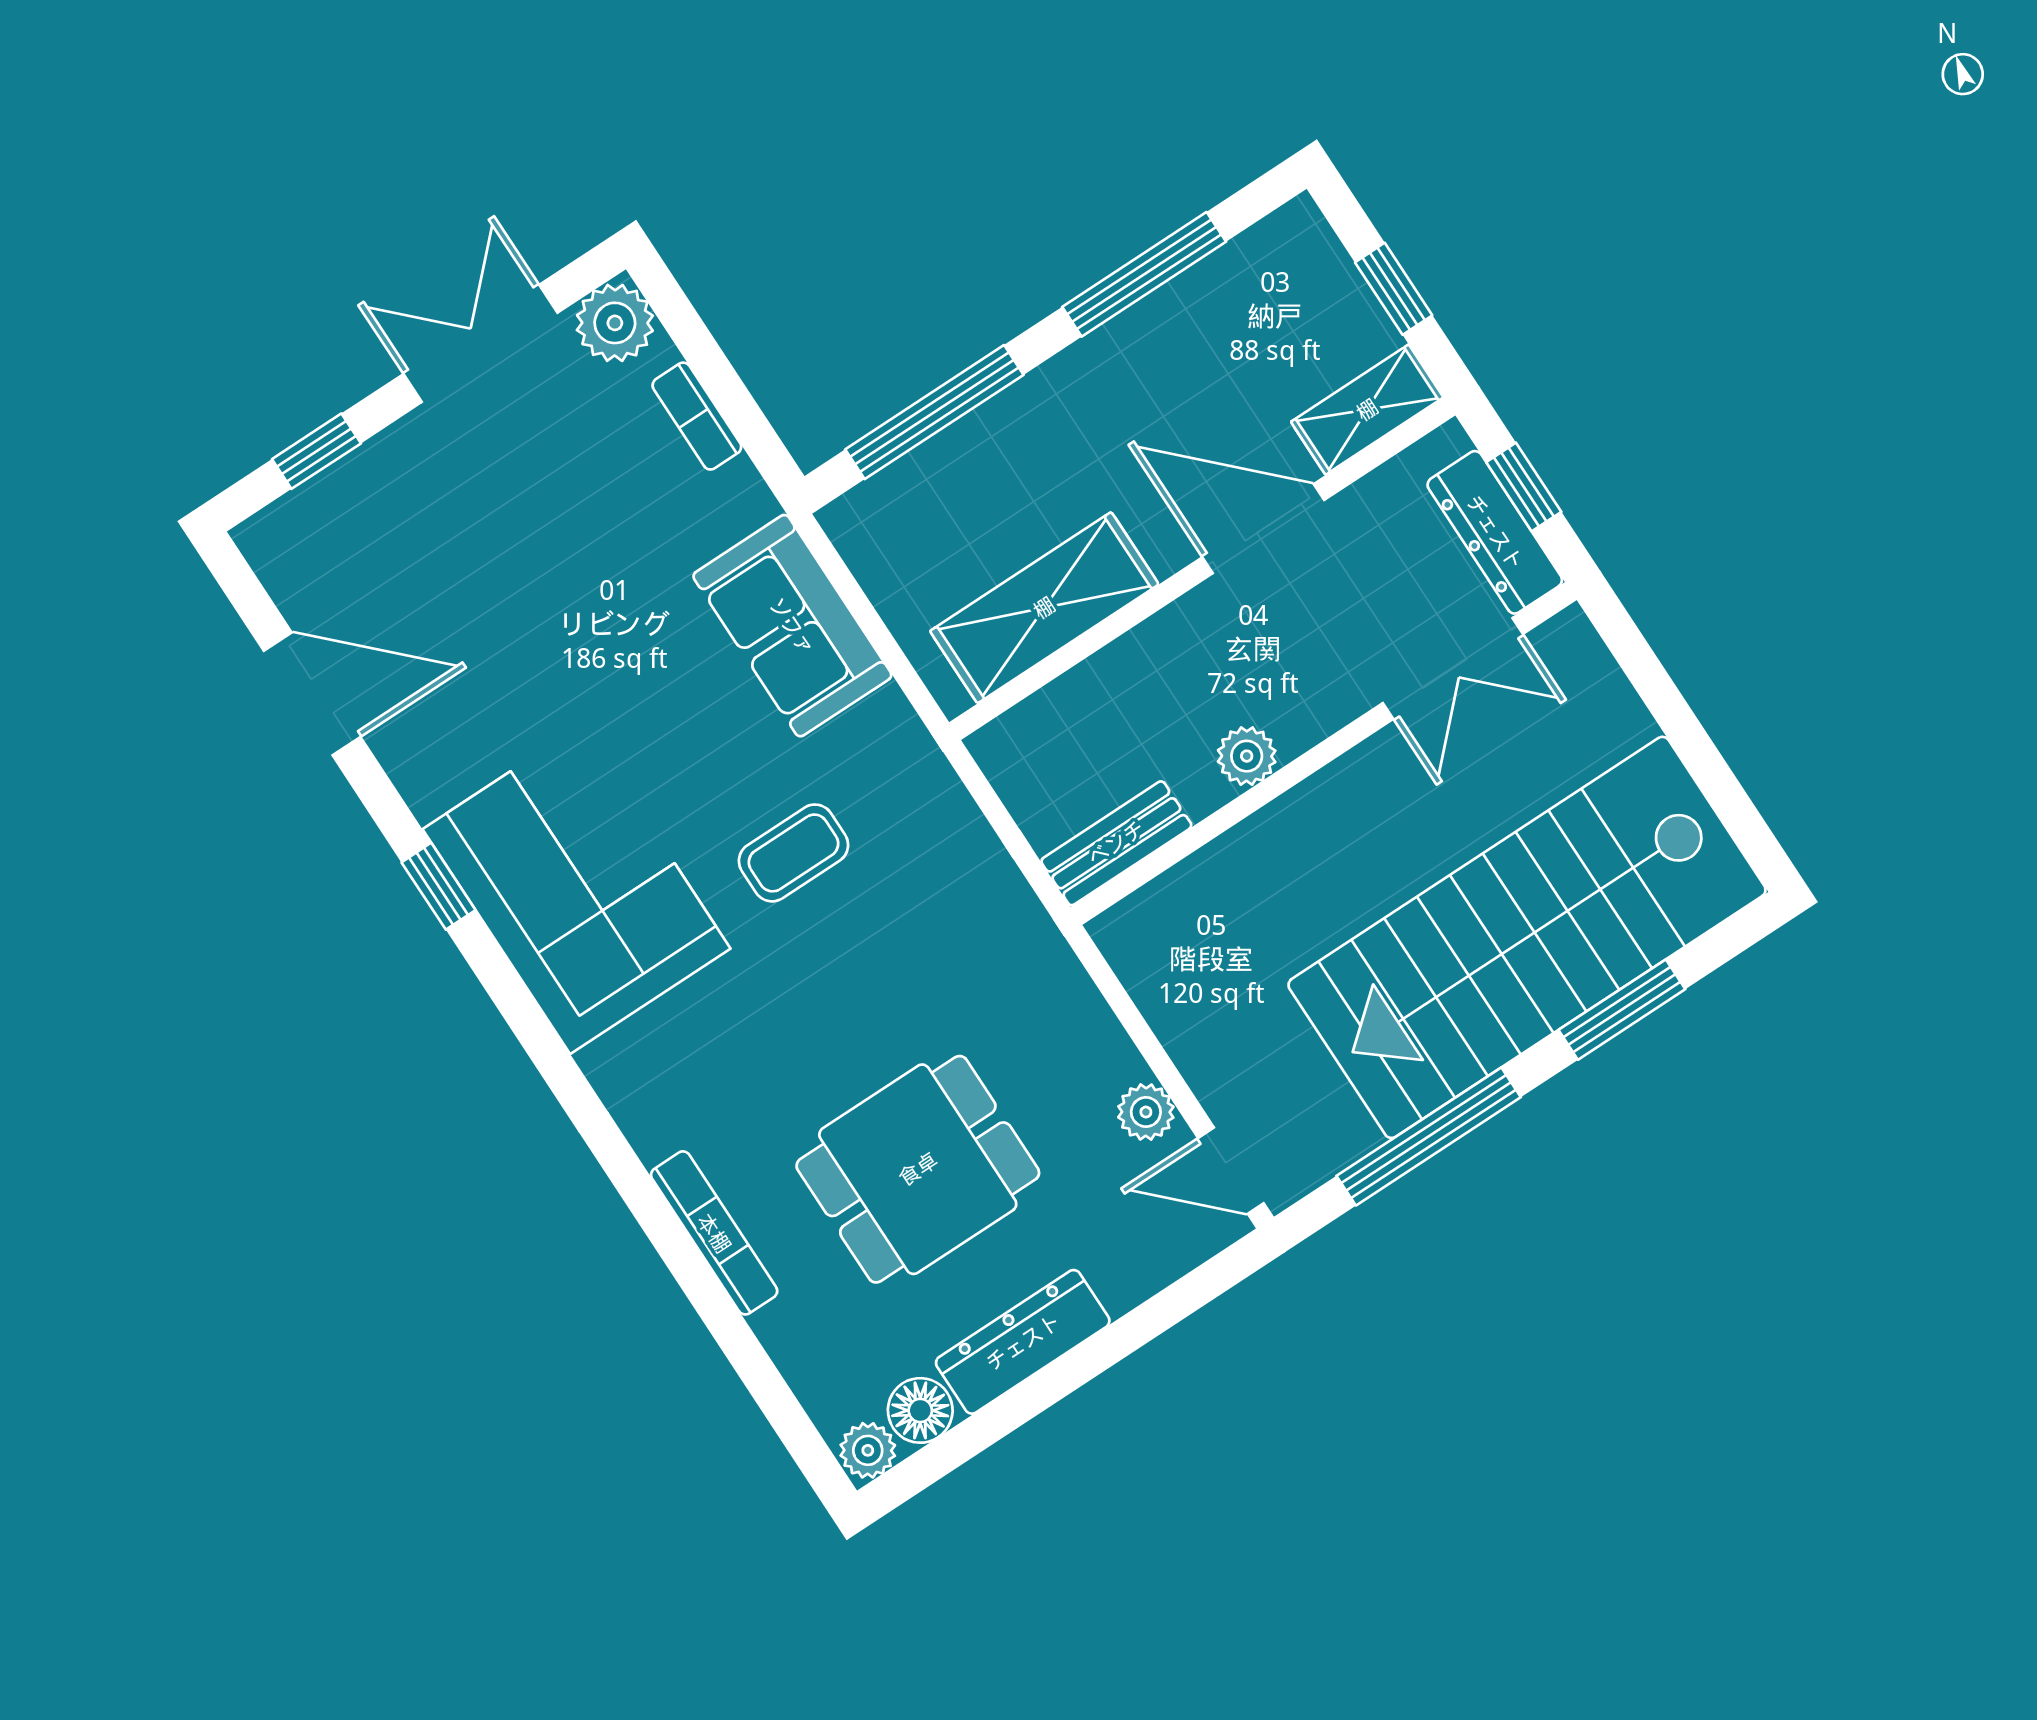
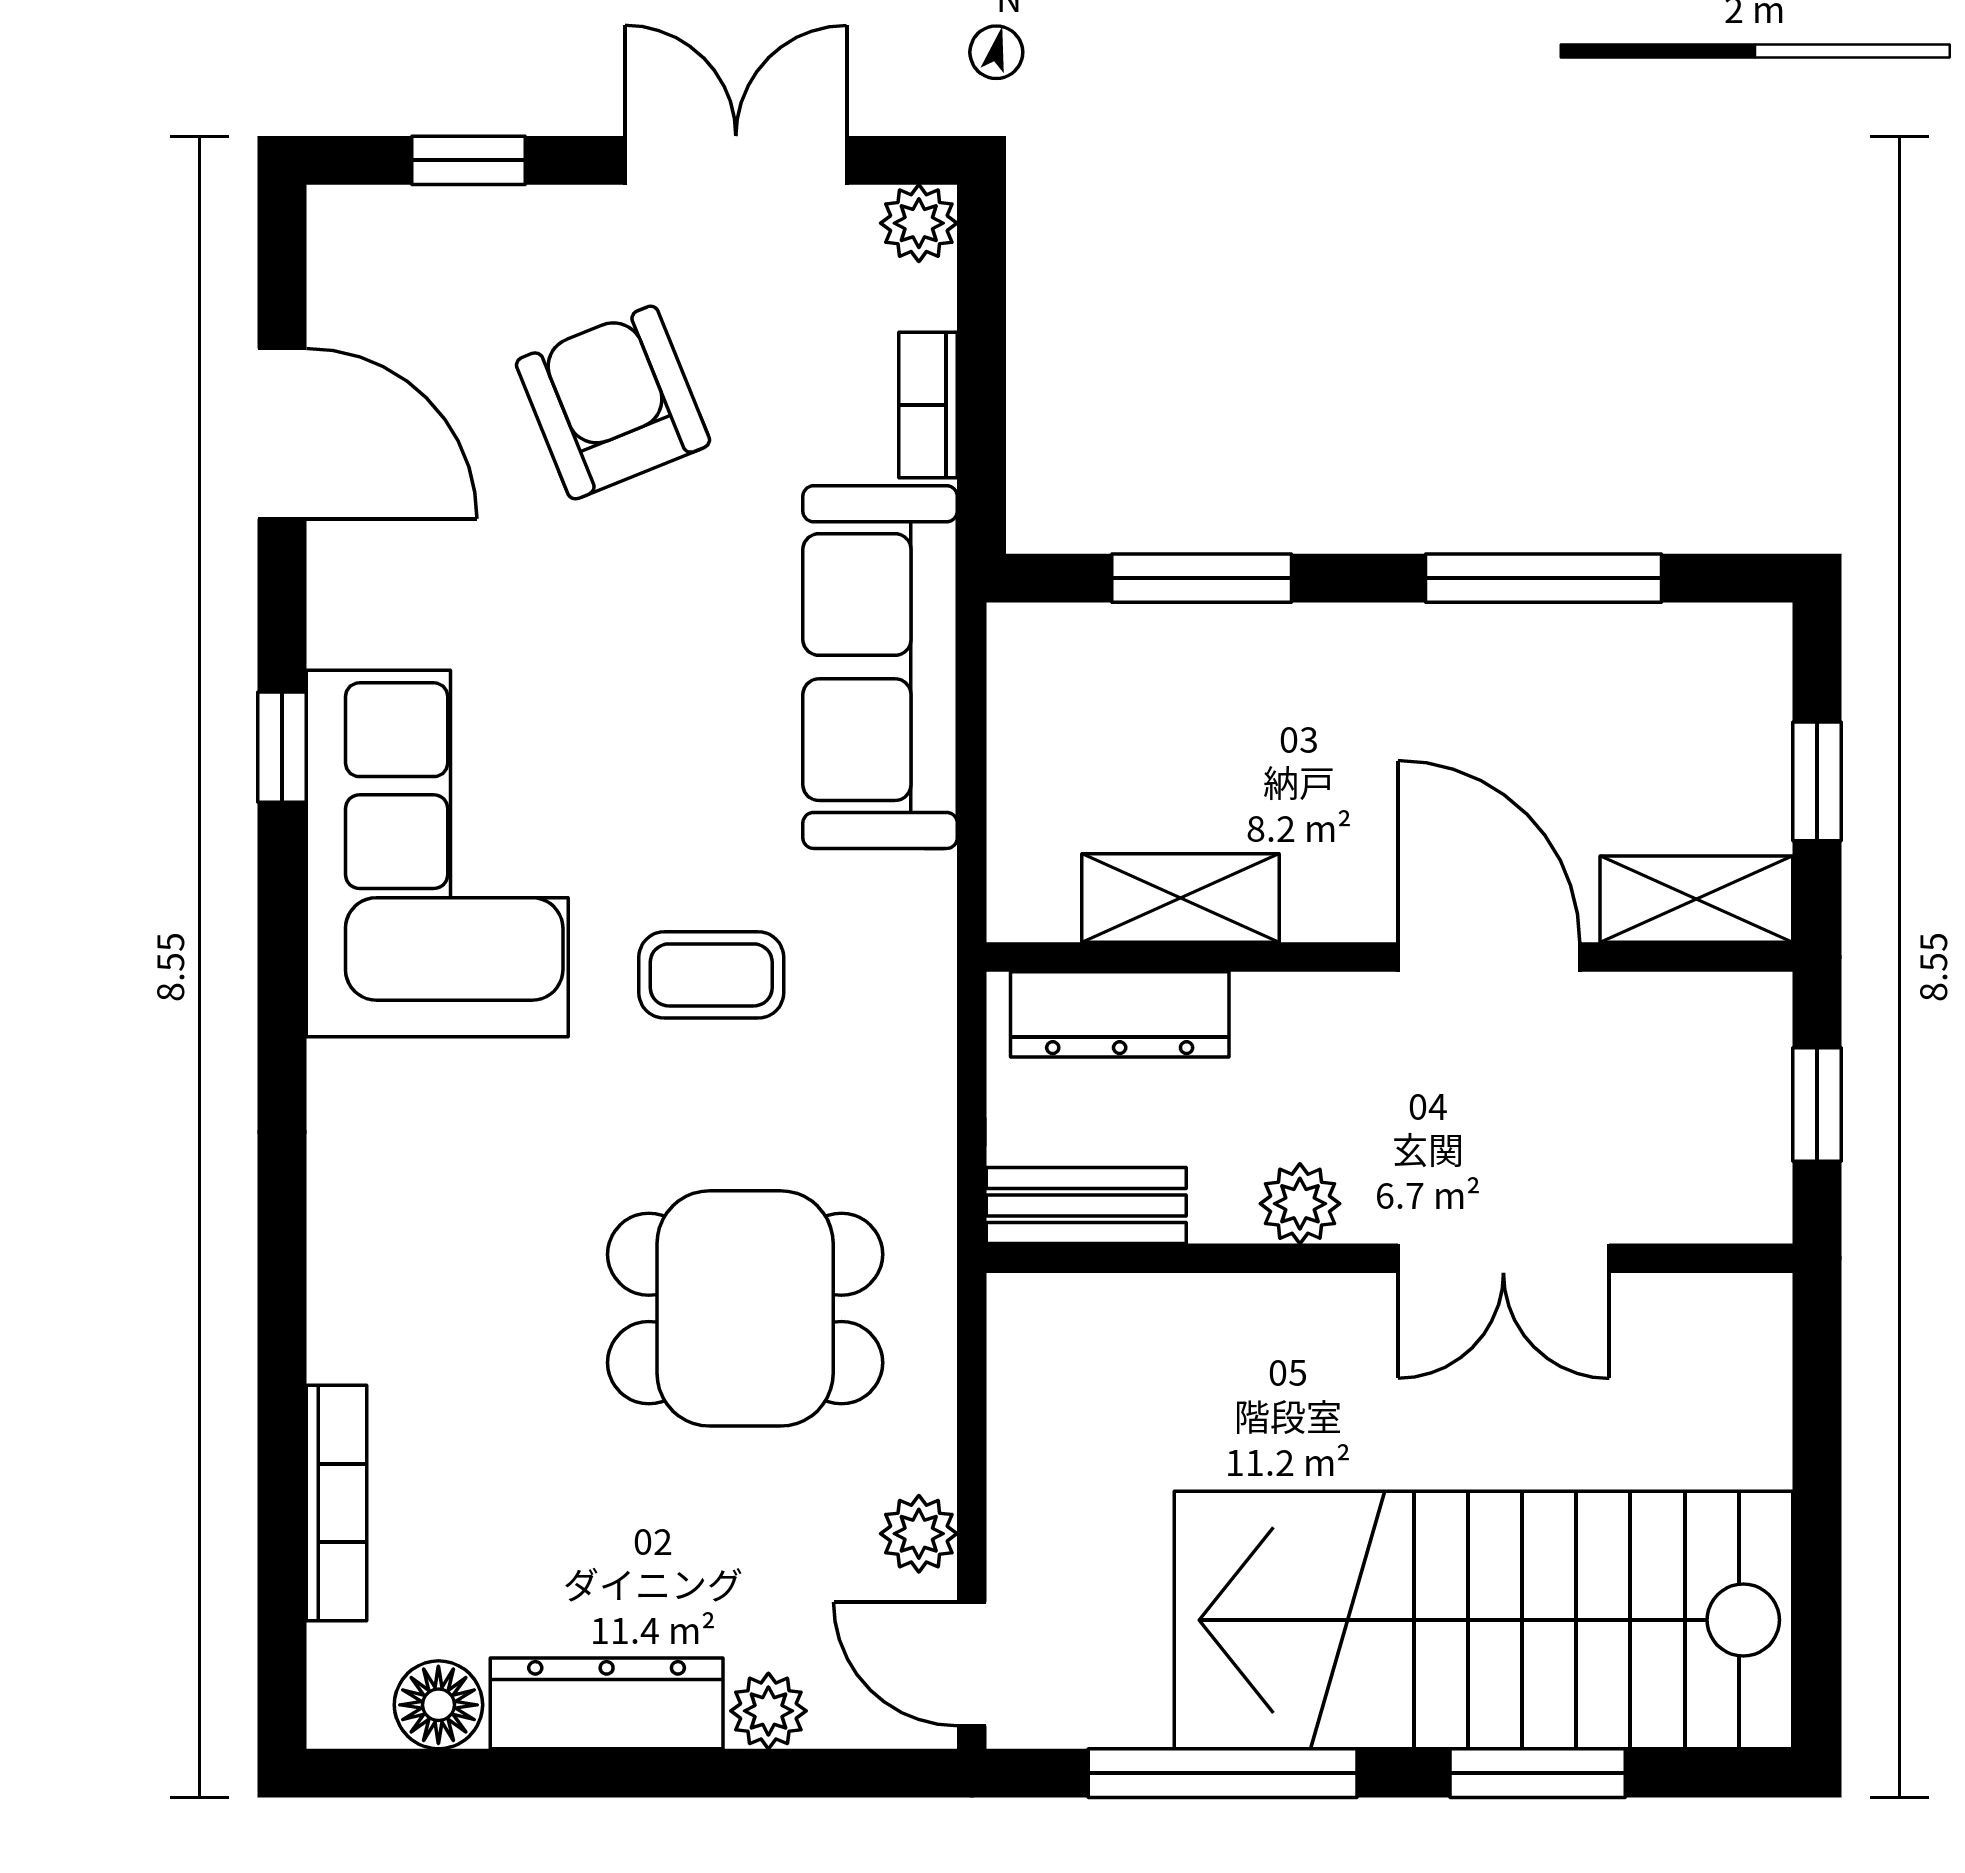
plant: (615, 323) -> (919, 223), width x0.73, depth x0.73
window: (934, 412) -> (1202, 578), width x0.69
dresser: (1495, 532) -> (1120, 1014), moved, turned -90
armchair: (503, 541) -> (613, 403), added
shelving: (1044, 608) -> (1180, 898), width x0.67, depth x0.75
sofa: (792, 626) -> (880, 667), width x1.36
double door: (1453, 668) -> (1503, 1258), moved
dining table: (918, 1169) -> (745, 1308), moved
bookcase: (714, 1233) -> (337, 1503), moved
plant: (868, 1450) -> (768, 1711), moved

